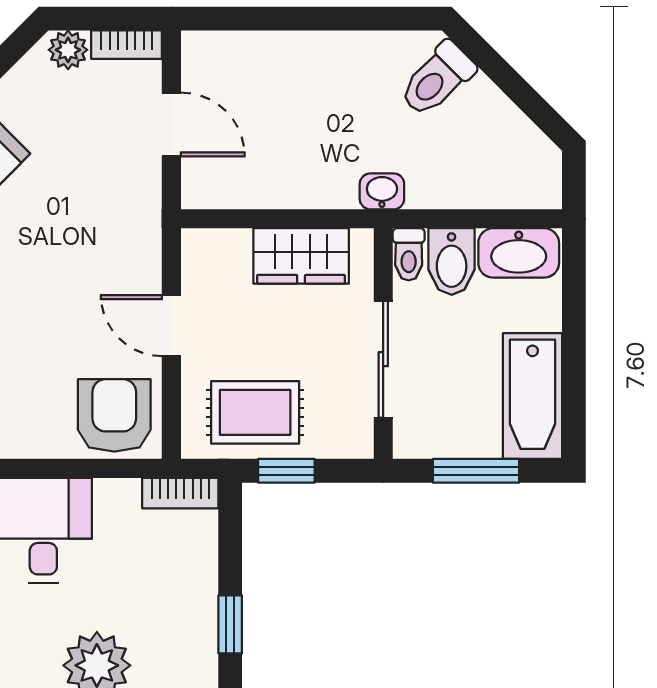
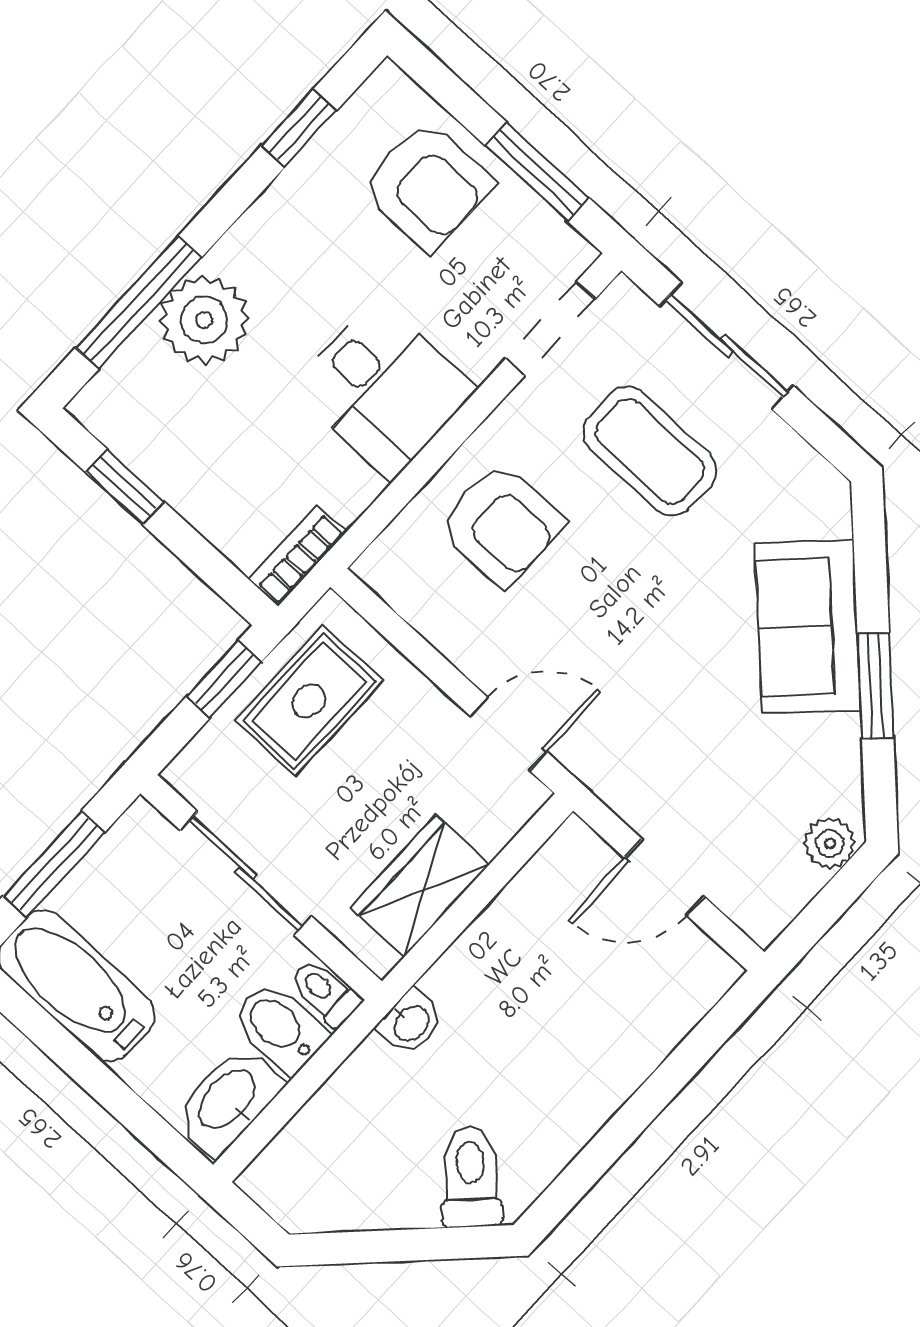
bookcase: (127, 45) -> (782, 905), removed
door: (171, 326) -> (508, 734), moved
armchair: (114, 415) -> (501, 524), moved

